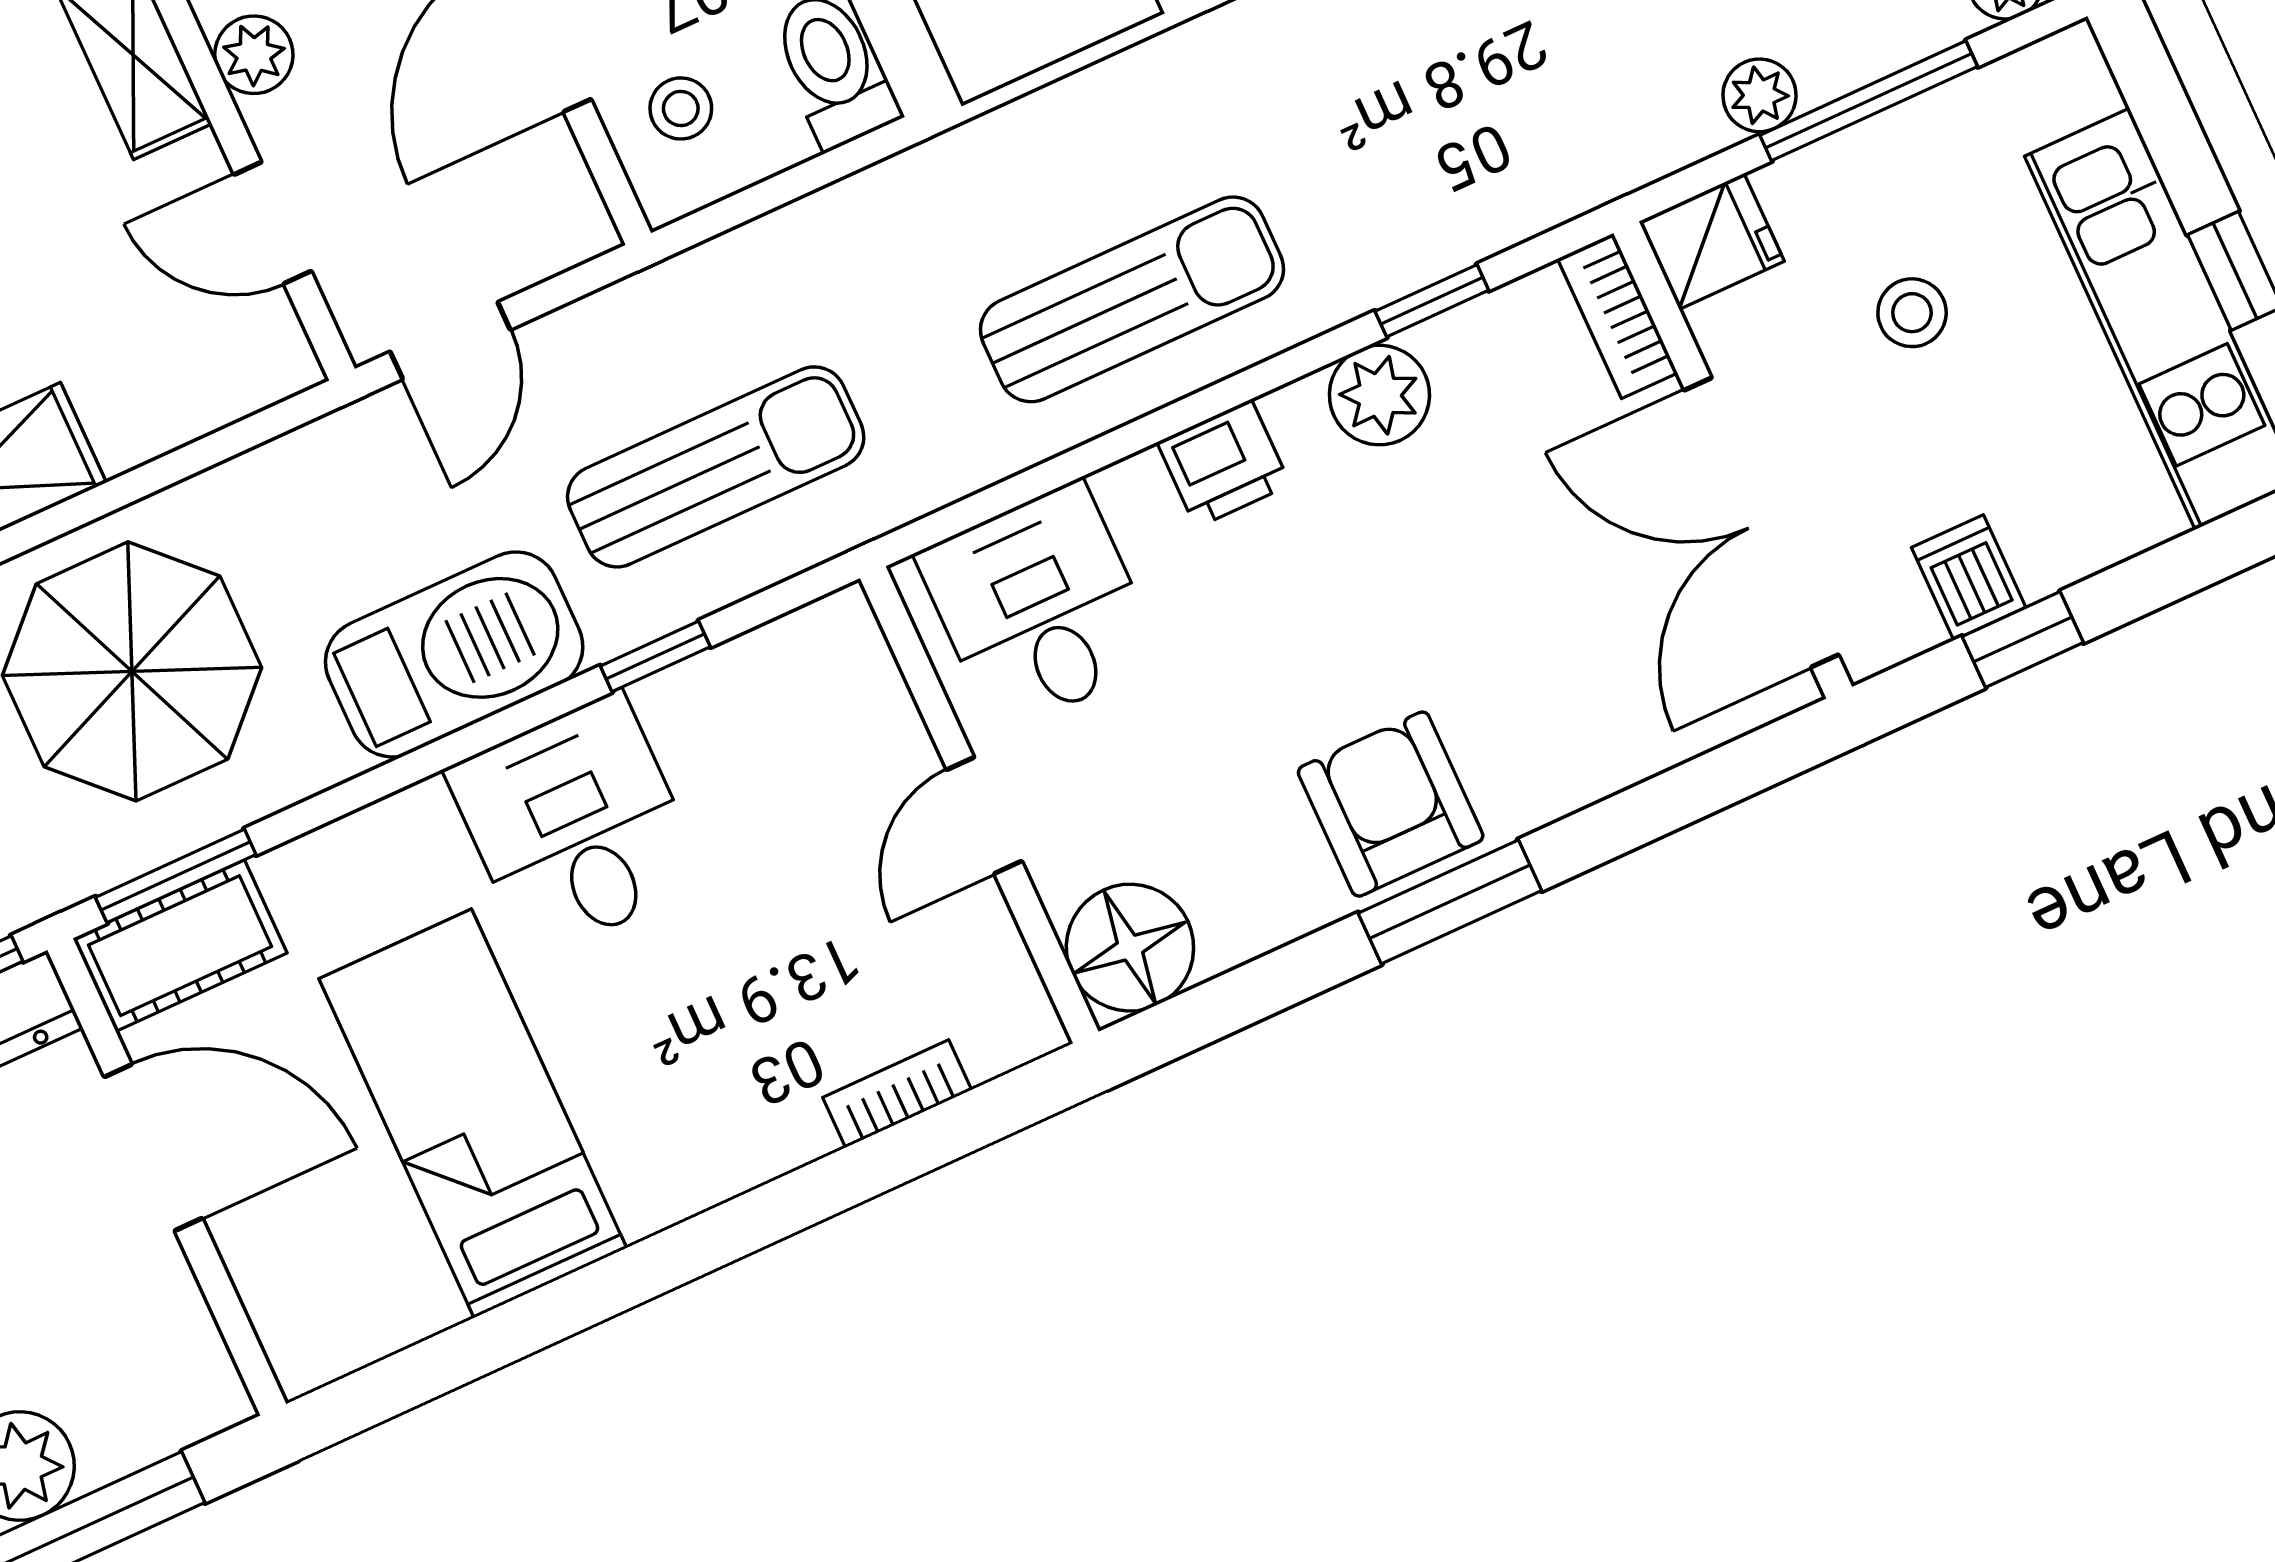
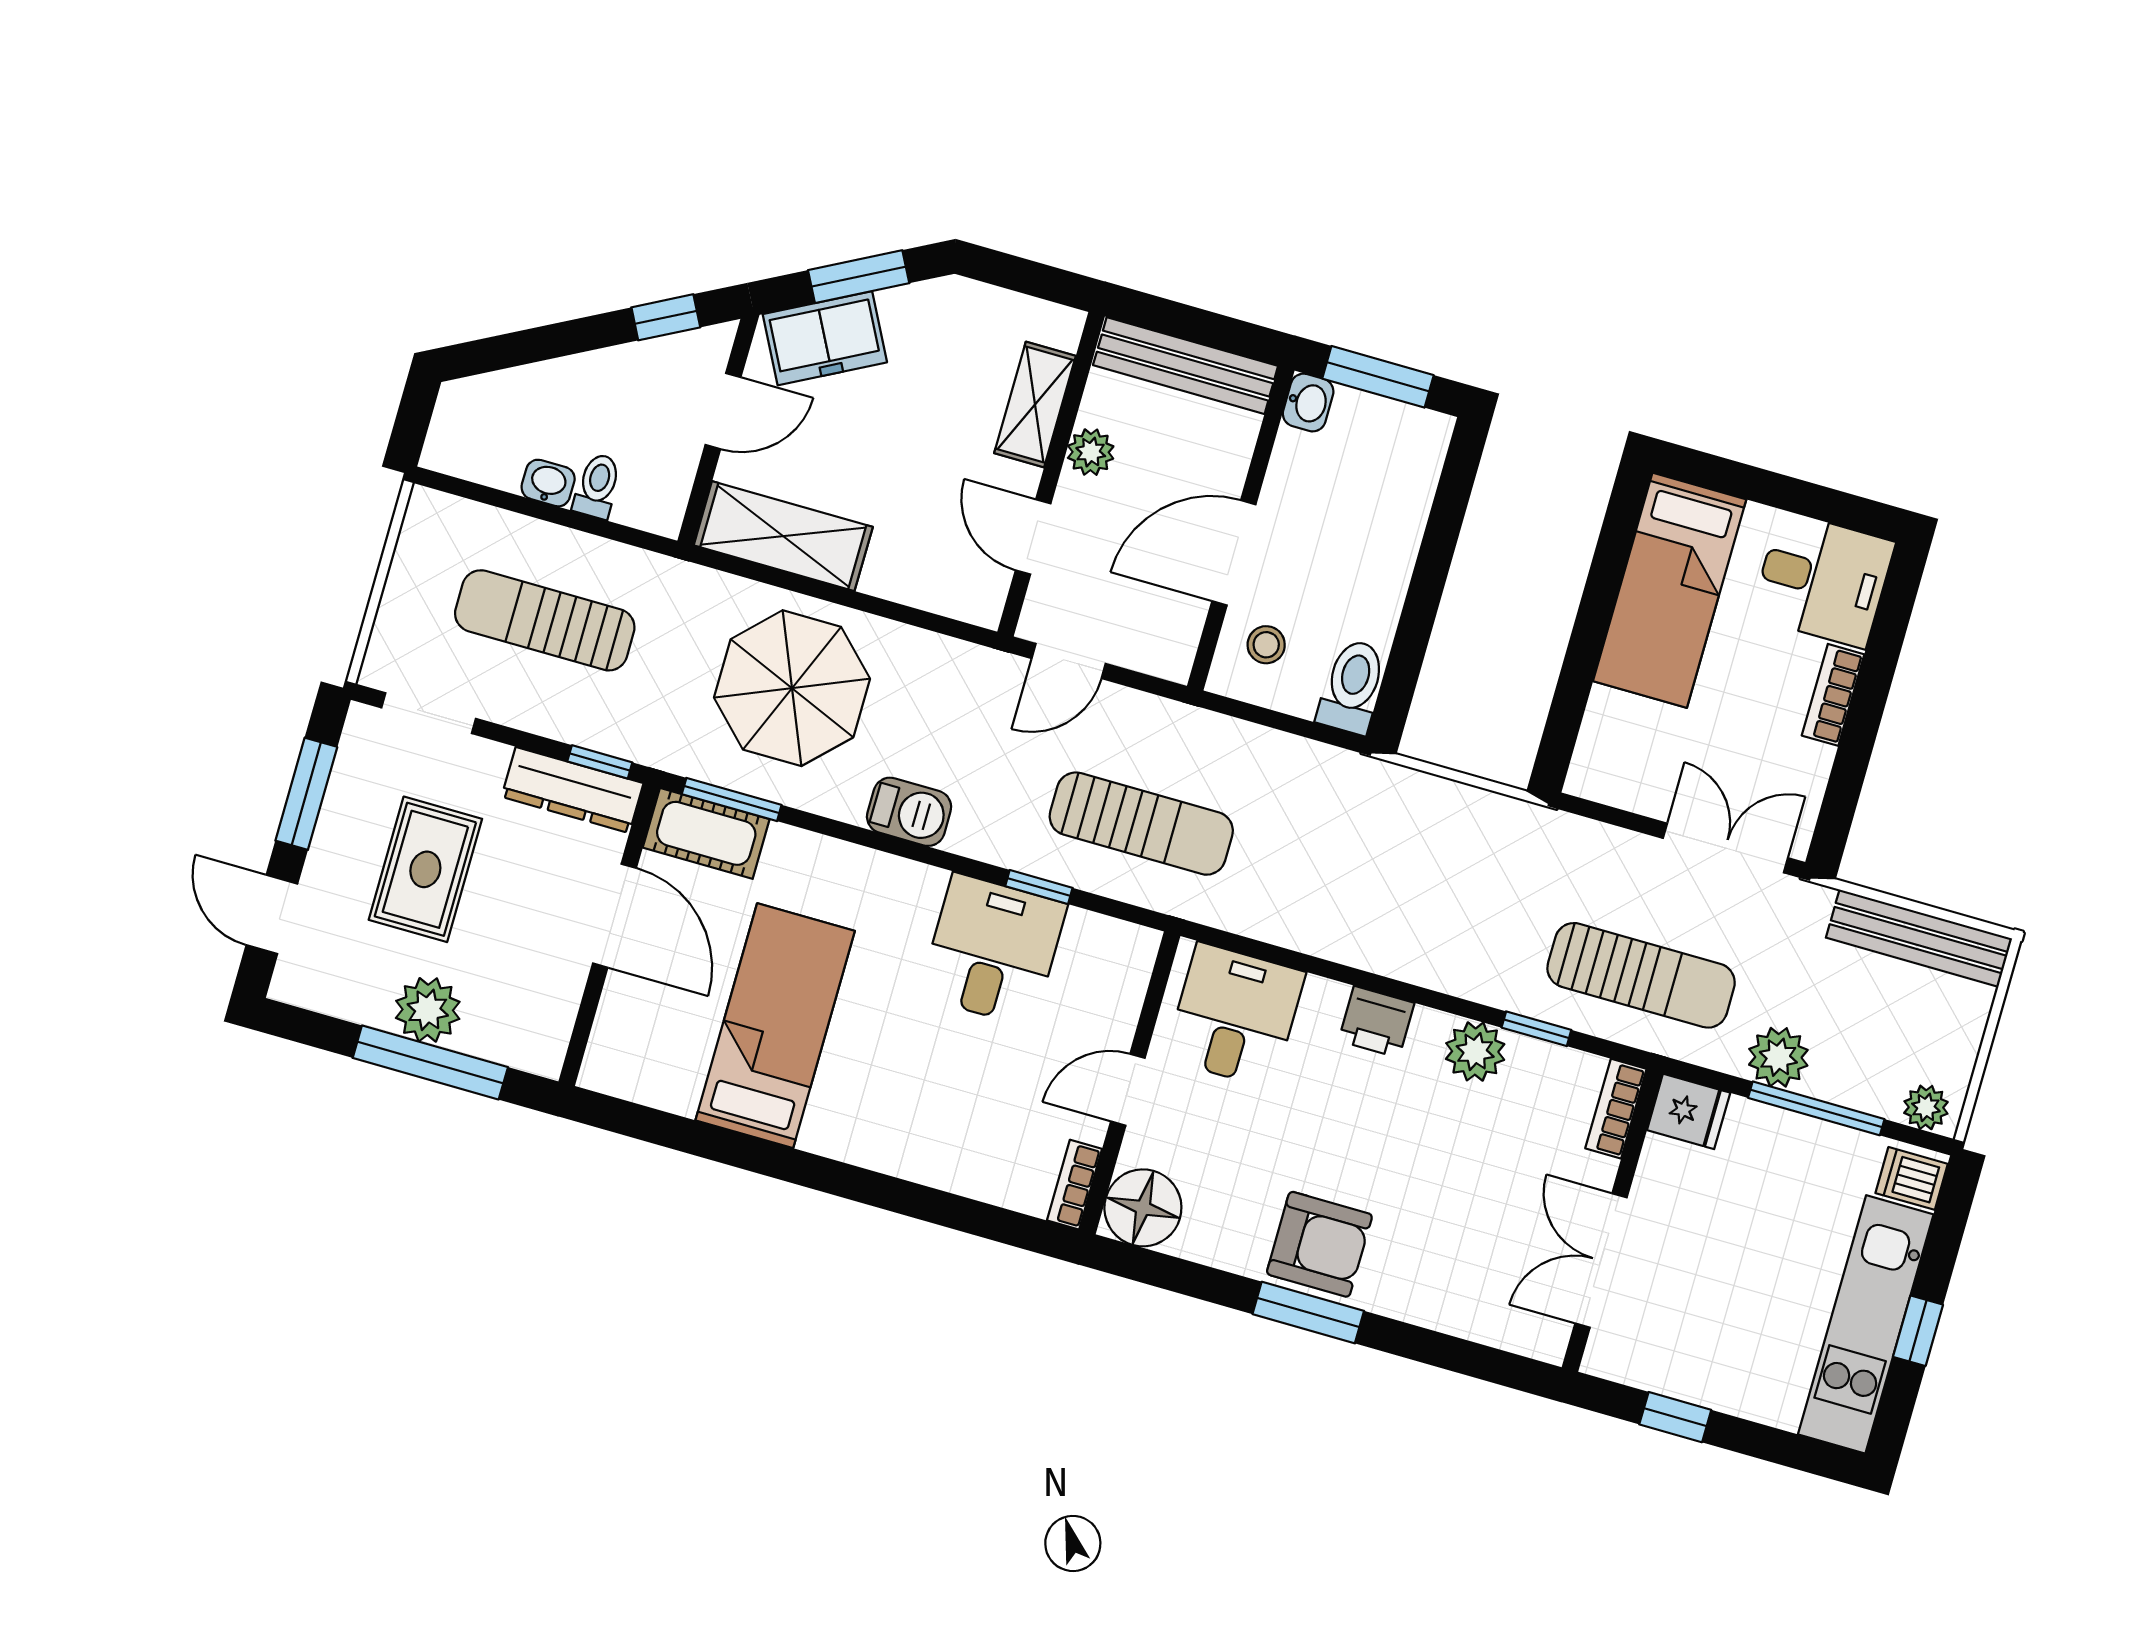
plant: (1759, 95) -> (1778, 1057), width x1.38, depth x1.38
sun lounger: (1132, 299) -> (1641, 975), moved
stool: (1912, 313) -> (1753, 1223), removed
double door: (1761, 522) -> (1601, 1260), width x0.73
dishwasher: (1969, 577) -> (1912, 1178), moved, turned -90
barbecue: (454, 654) -> (909, 812), width x0.53, depth x0.65
armchair: (1391, 804) -> (1319, 1244), turned 90
desk: (576, 826) -> (993, 950), moved
bookcase: (897, 1094) -> (1074, 1185), moved, turned -90

